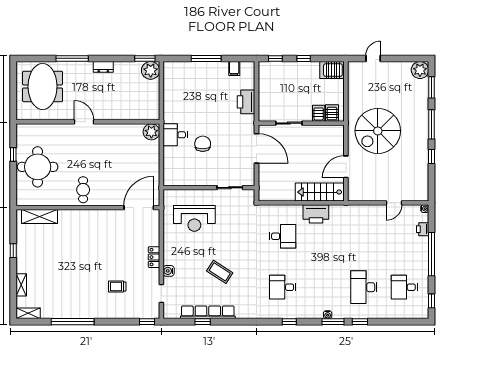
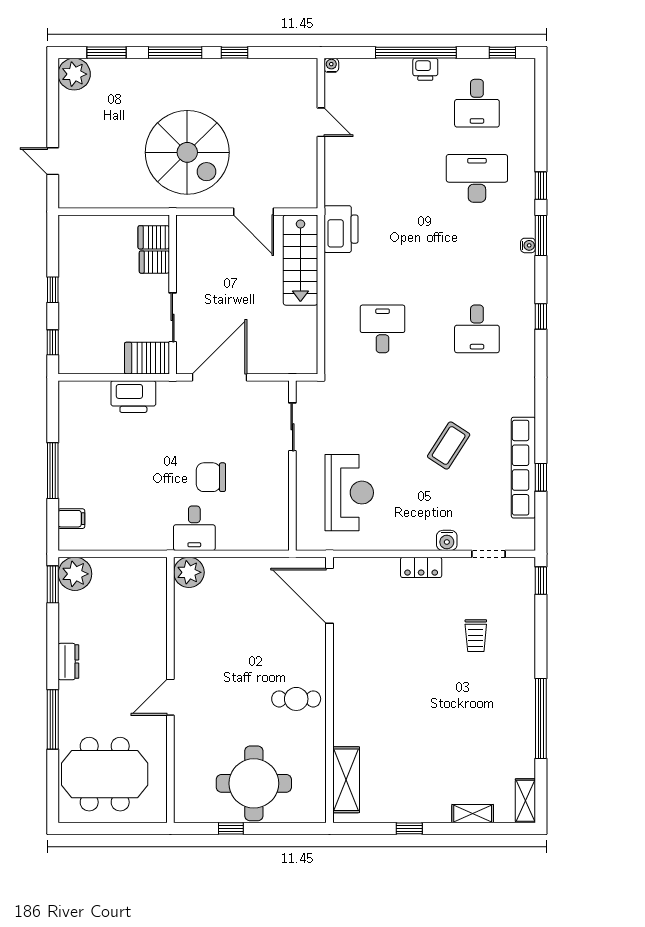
filing cabinet: (234, 69) -> (71, 519), moved
server rack: (332, 70) -> (147, 358), moved, turned 90
printer: (316, 214) -> (341, 229), moved
printer: (423, 229) -> (425, 69), moved
desk: (364, 287) -> (477, 178), turned 180

